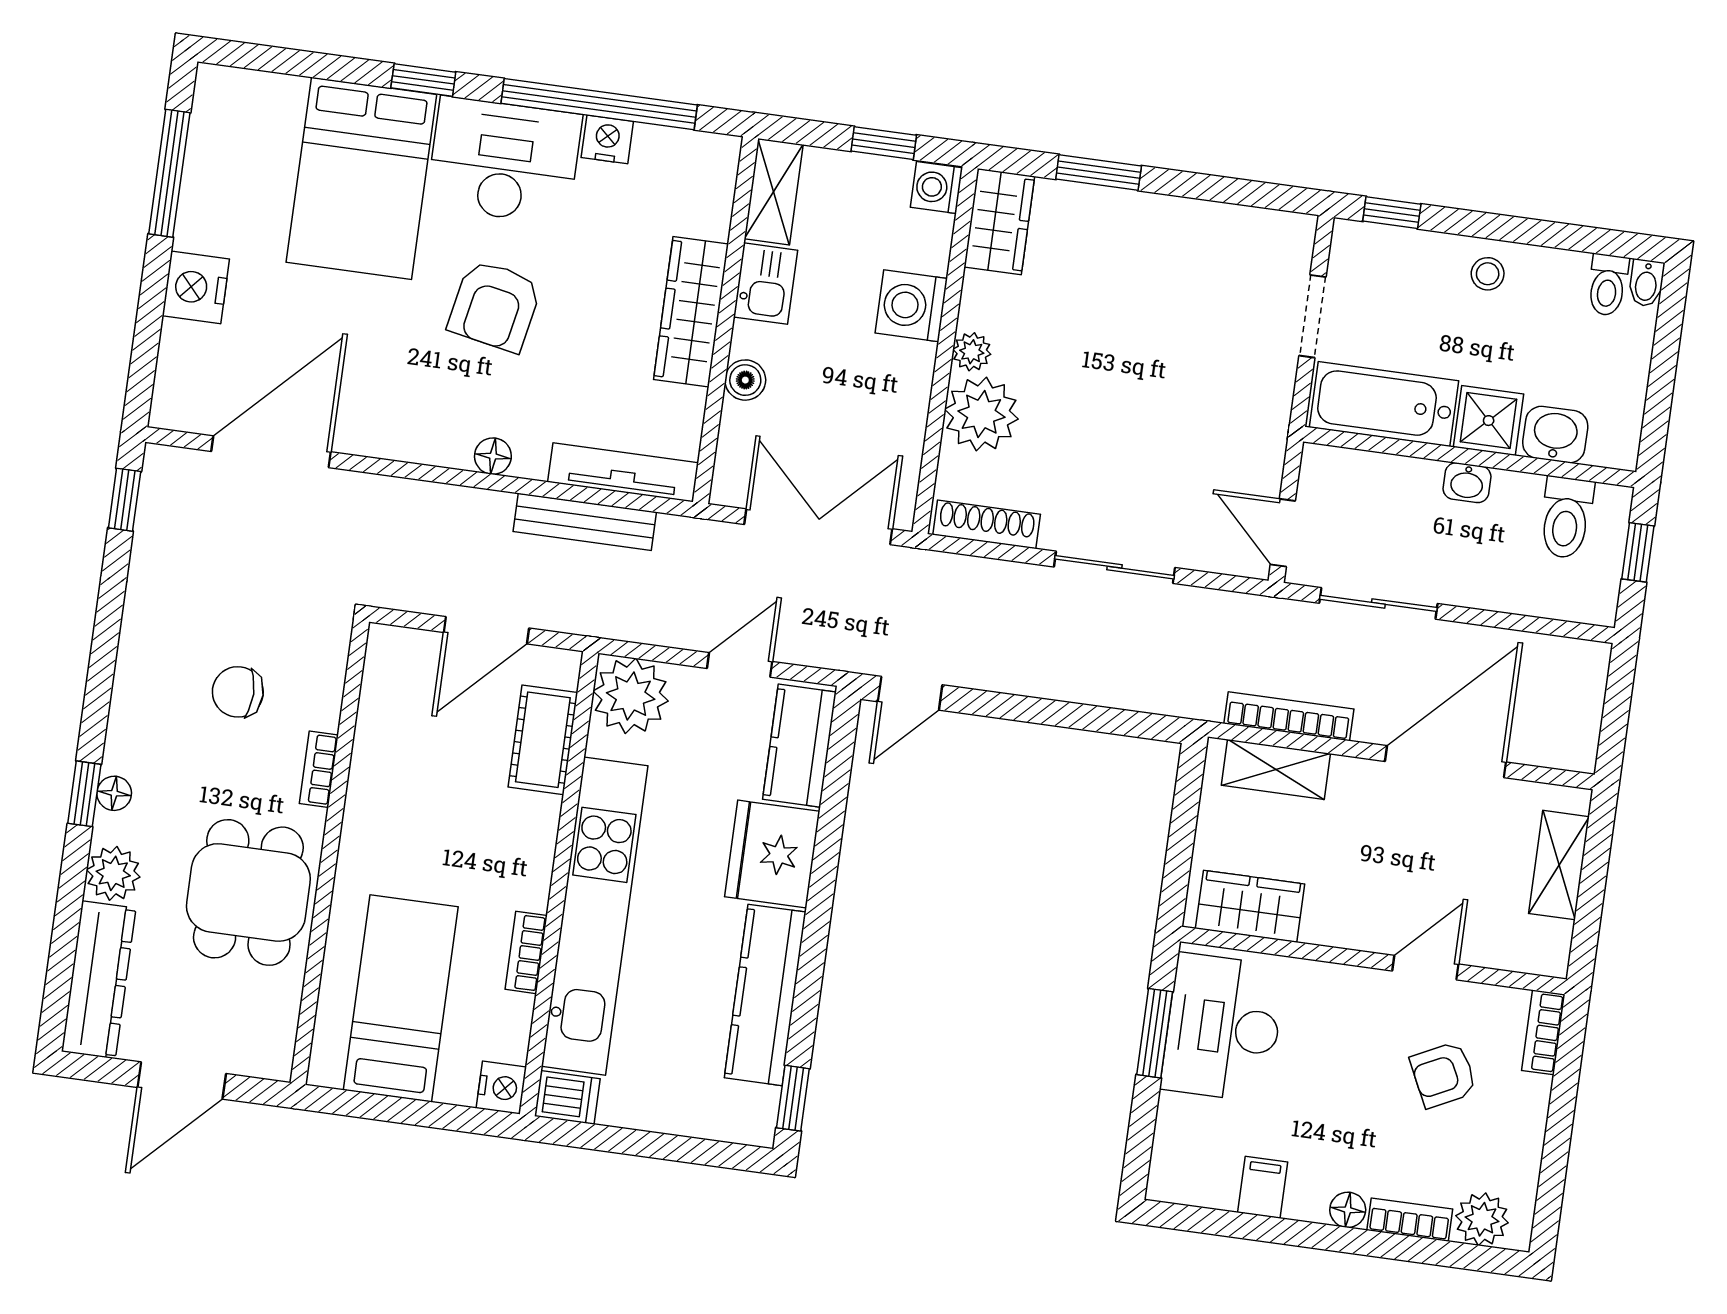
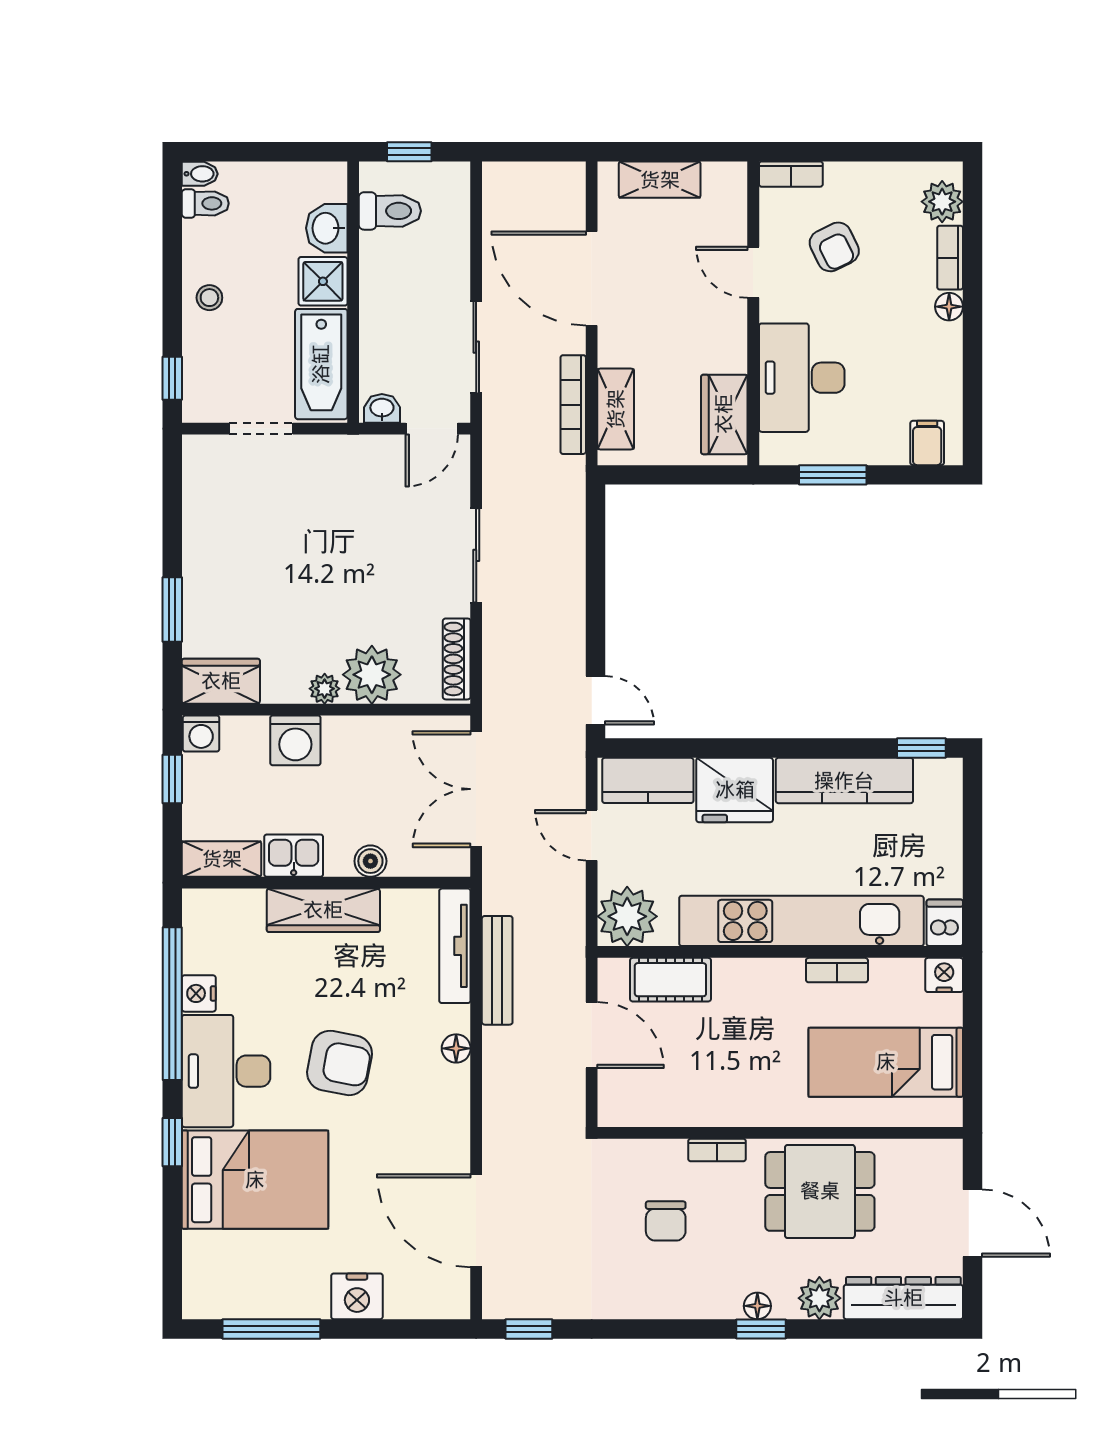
washbasin: (1467, 483) -> (382, 408), moved, turned -90
desk: (1223, 1028) -> (802, 378), moved, turned 90
filing cabinet: (1263, 1187) -> (927, 443), moved, turned 90

